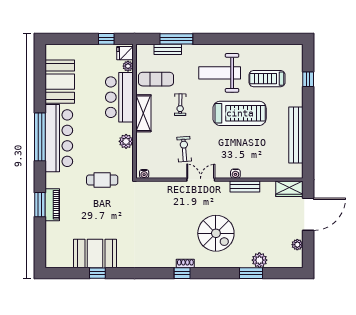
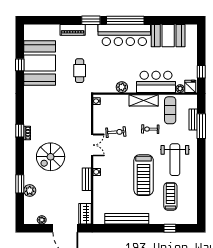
weight bench: (220, 73) -> (175, 160), turned 180
cafe table: (102, 180) -> (80, 71), moved
window: (40, 205) -> (91, 20), moved
booth: (95, 253) -> (40, 63), width x1.36, depth x1.42

